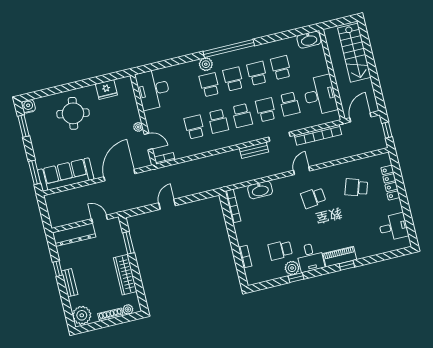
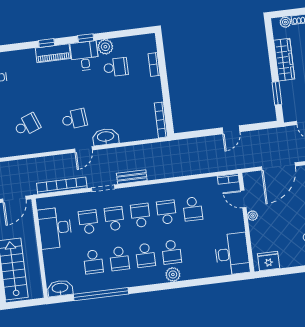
window: (229, 49) -> (101, 294), moved
fridge: (106, 90) -> (269, 261), moved
school desk: (266, 110) -> (114, 219), turned 180
school desk: (356, 187) -> (27, 125), turned -39
washbasin: (260, 190) -> (106, 137), moved
window: (296, 278) -> (86, 38), moved

